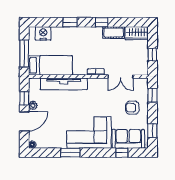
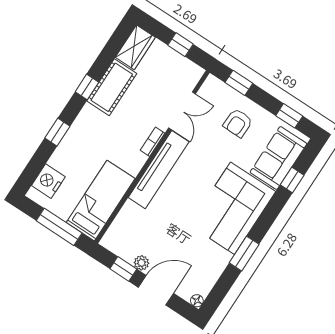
cot: (113, 32) -> (112, 87), width x1.37, depth x1.34
tv unit: (64, 84) -> (159, 170), moved
door: (24, 121) -> (156, 290), hinge flipped

